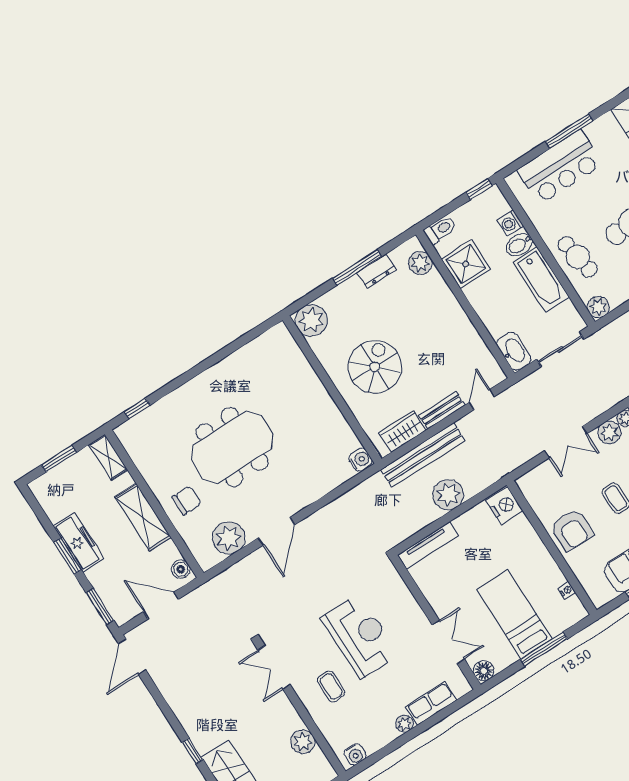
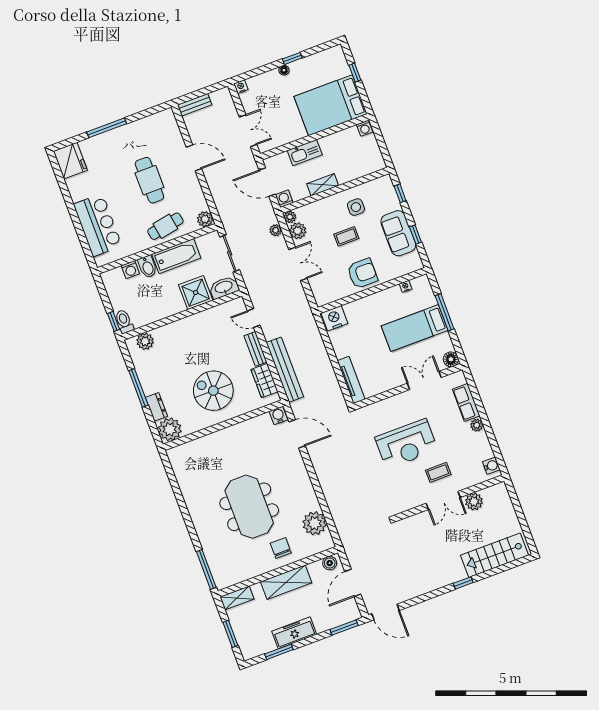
window: (569, 131) -> (73, 213), removed
window: (479, 189) -> (114, 321), moved
shower: (466, 264) -> (196, 293), moved
dresser: (377, 271) -> (156, 407), moved
window: (137, 409) -> (206, 569), width x2.17
plant: (448, 495) -> (276, 230), moved, width x0.53, depth x0.53
door: (276, 531) -> (297, 434), moved
window: (68, 556) -> (279, 652), moved
reception desk: (360, 636) -> (406, 444), turned 180
double door: (274, 667) -> (443, 500), moved

